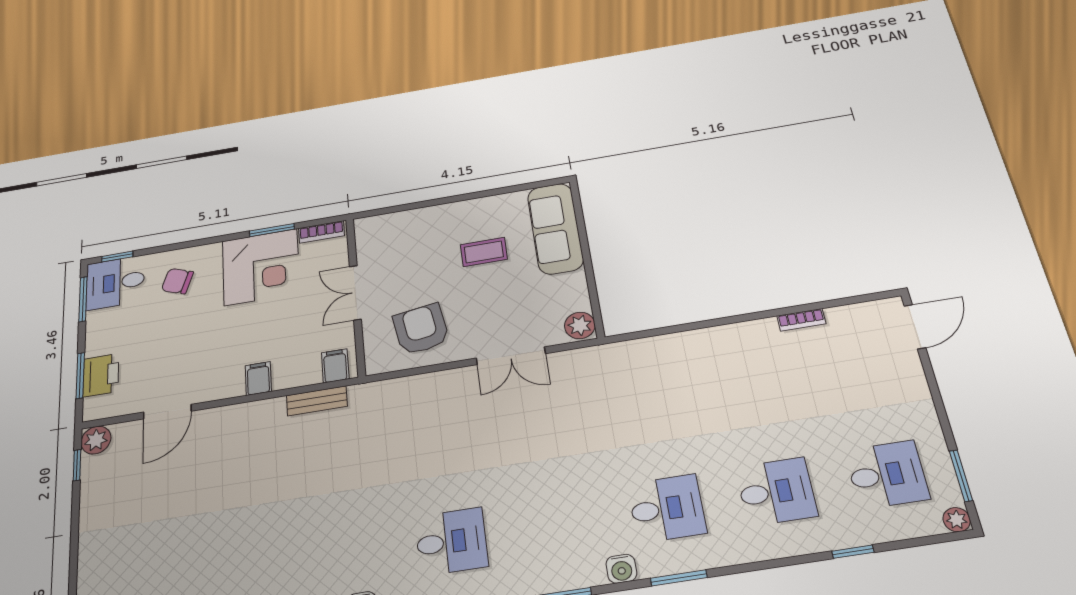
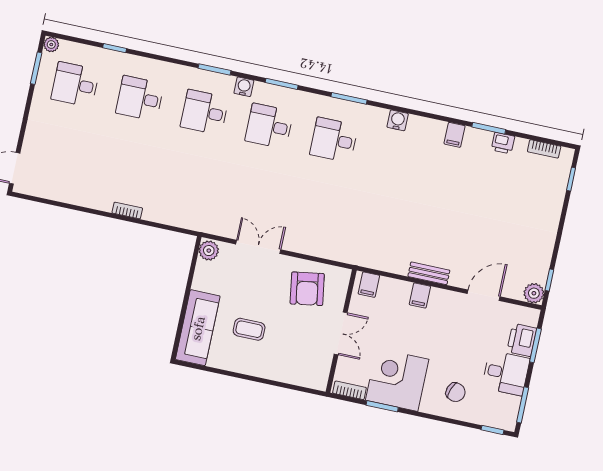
desk: (115, 283) -> (506, 373), moved
bookcase: (801, 320) -> (127, 210), moved
bench: (317, 401) -> (429, 273), moved
desk: (558, 525) -> (269, 126), added

